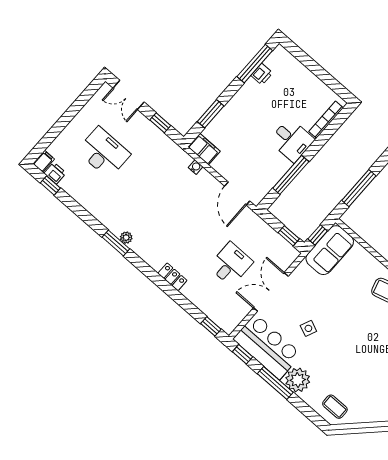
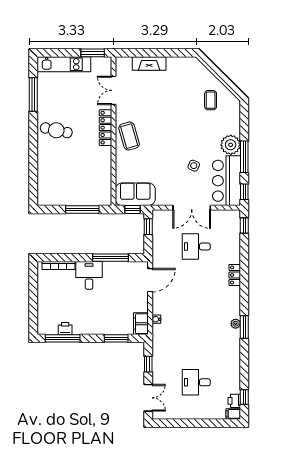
desk: (104, 153) -> (196, 382), width x0.73
coffee table: (335, 407) -> (211, 100), moved

